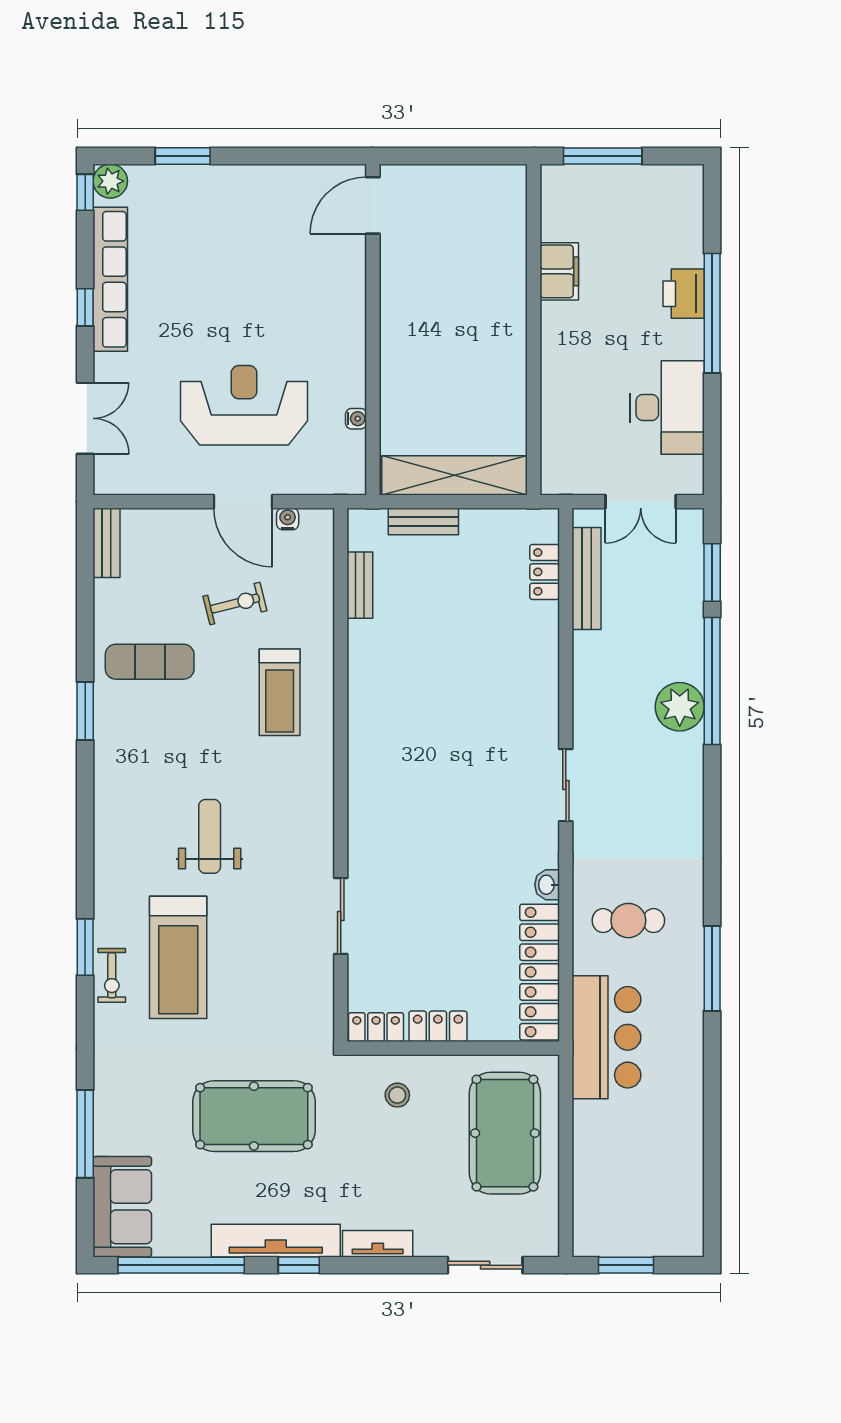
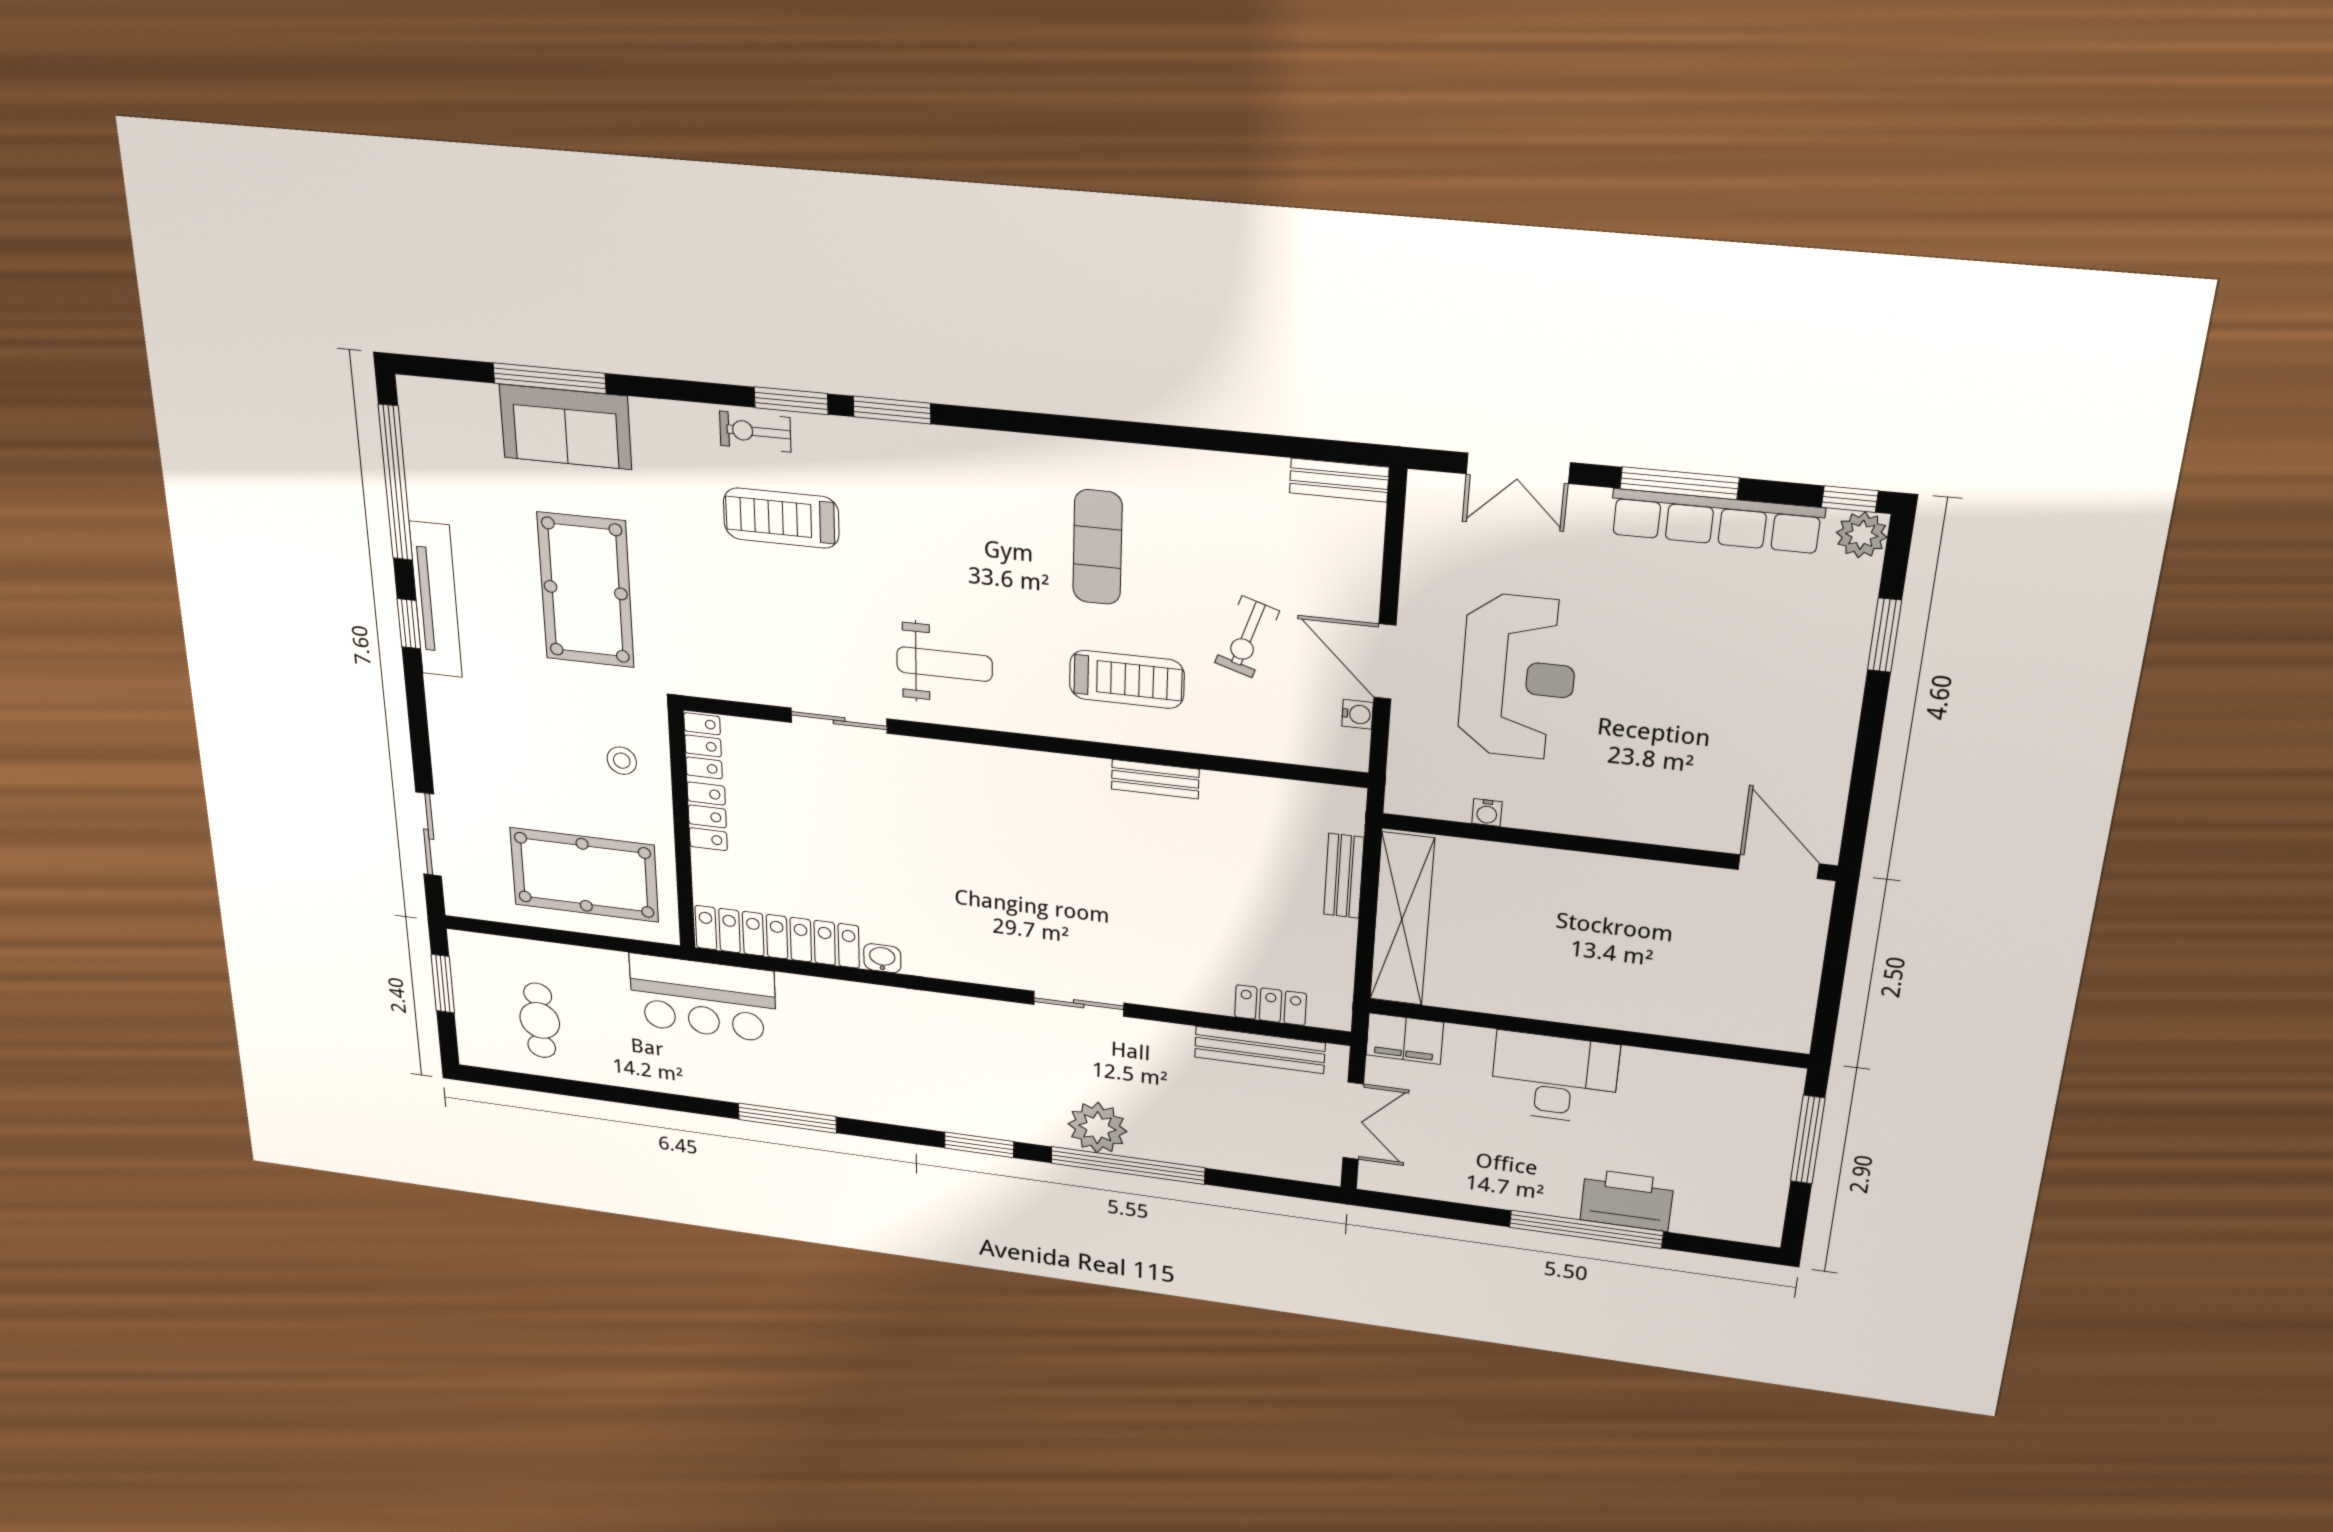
filing cabinet: (559, 271) -> (1405, 1039), moved
printer: (684, 294) -> (1627, 1200), width x1.37, depth x1.19
window: (85, 307) -> (1679, 483), width x2.17
desk: (667, 408) -> (1554, 1078), moved, turned 180
door: (243, 502) -> (1385, 662), hinge flipped
double door: (641, 502) -> (1353, 1121), swing flipped
window: (712, 573) -> (979, 1145), moved
bench: (360, 585) -> (1155, 779), moved
exercise bike: (235, 603) -> (1247, 637), turned 32
exercise mat: (150, 662) -> (1098, 547), moved
treadmill: (280, 692) -> (1127, 679), turned 180
window: (85, 711) -> (892, 410), moved
sliding door: (566, 785) -> (1079, 1004), moved
weight bench: (210, 836) -> (944, 664), moved
cafe table: (628, 921) -> (540, 1020), moved
treadmill: (178, 957) -> (781, 518), width x0.73, depth x0.73
sofa: (122, 1207) -> (566, 427), moved
tv unit: (378, 1244) -> (443, 718), removed

